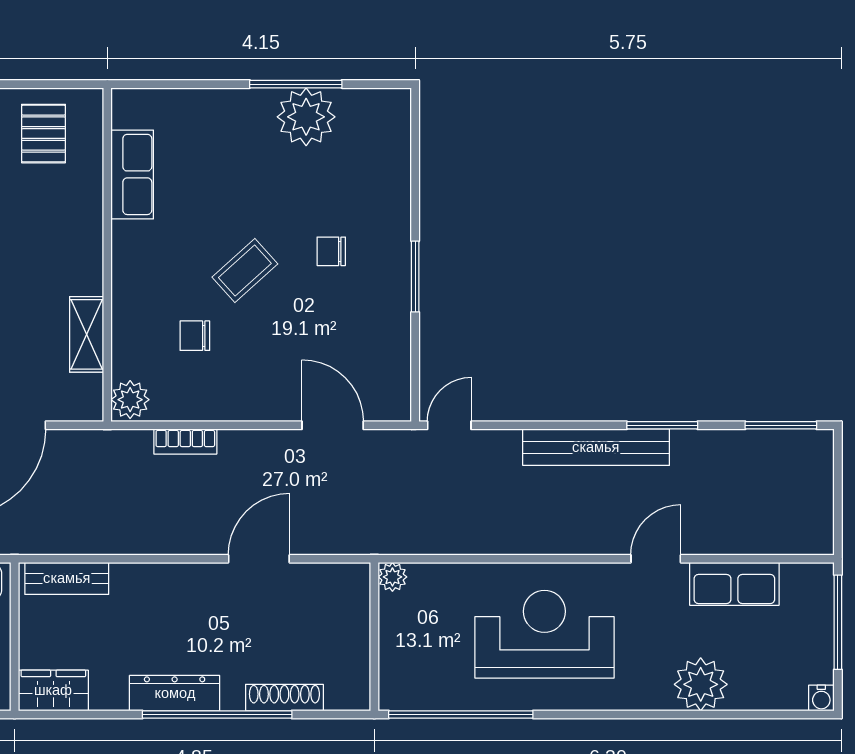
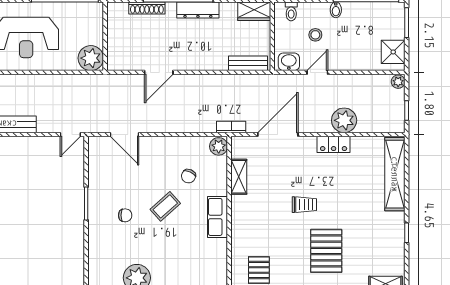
row of seats: (132, 174) -> (218, 217), moved
chair: (195, 336) -> (188, 176), turned 115
bookcase: (185, 442) -> (231, 127), moved
plant: (392, 577) -> (91, 58), width x1.88, depth x1.88

